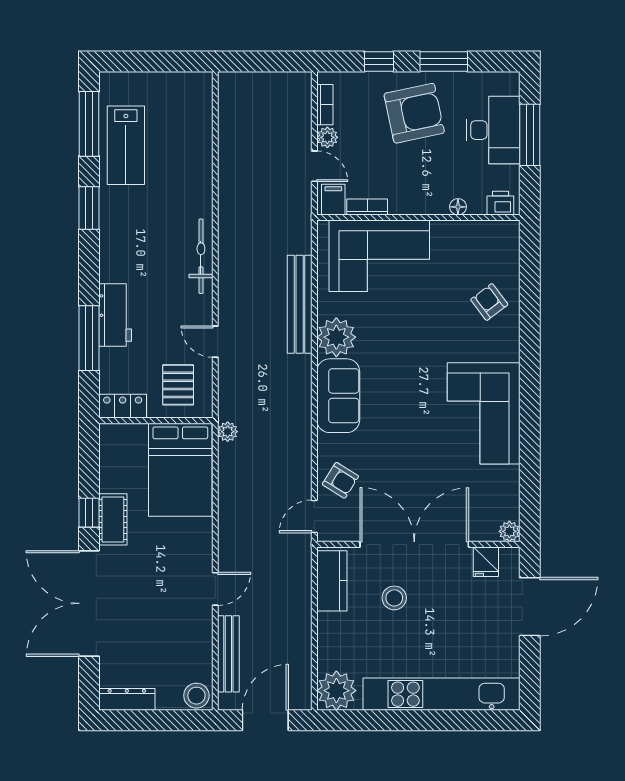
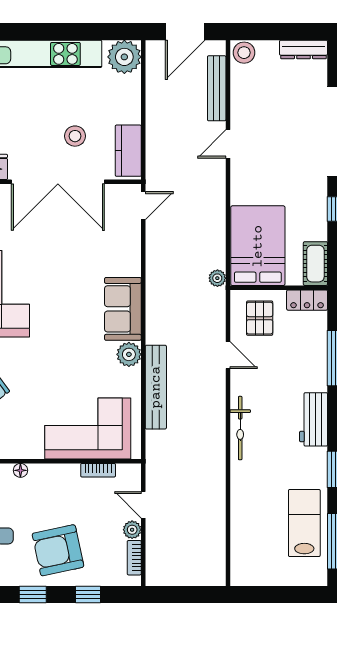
window: (444, 62) -> (33, 594), width x0.67
filing cabinet: (333, 200) -> (127, 477), removed
workbench: (115, 315) -> (314, 419), moved
plant: (336, 337) -> (129, 354), width x0.73, depth x0.73
armchair: (340, 480) -> (121, 237), removed
cot: (113, 519) -> (315, 264), moved

